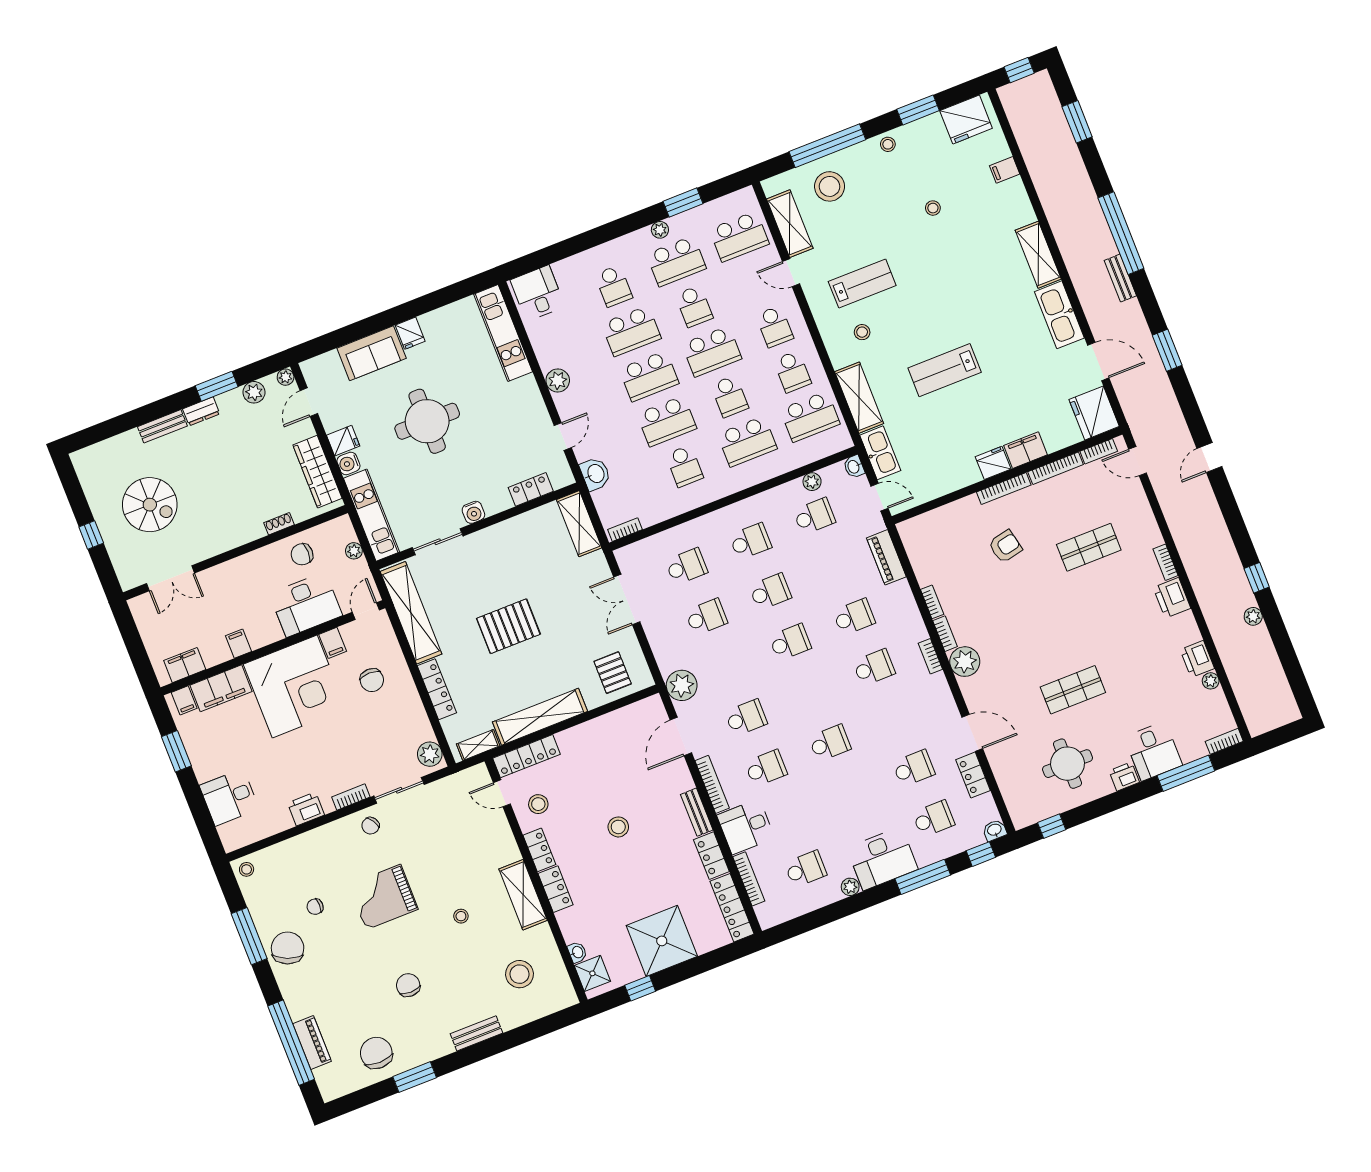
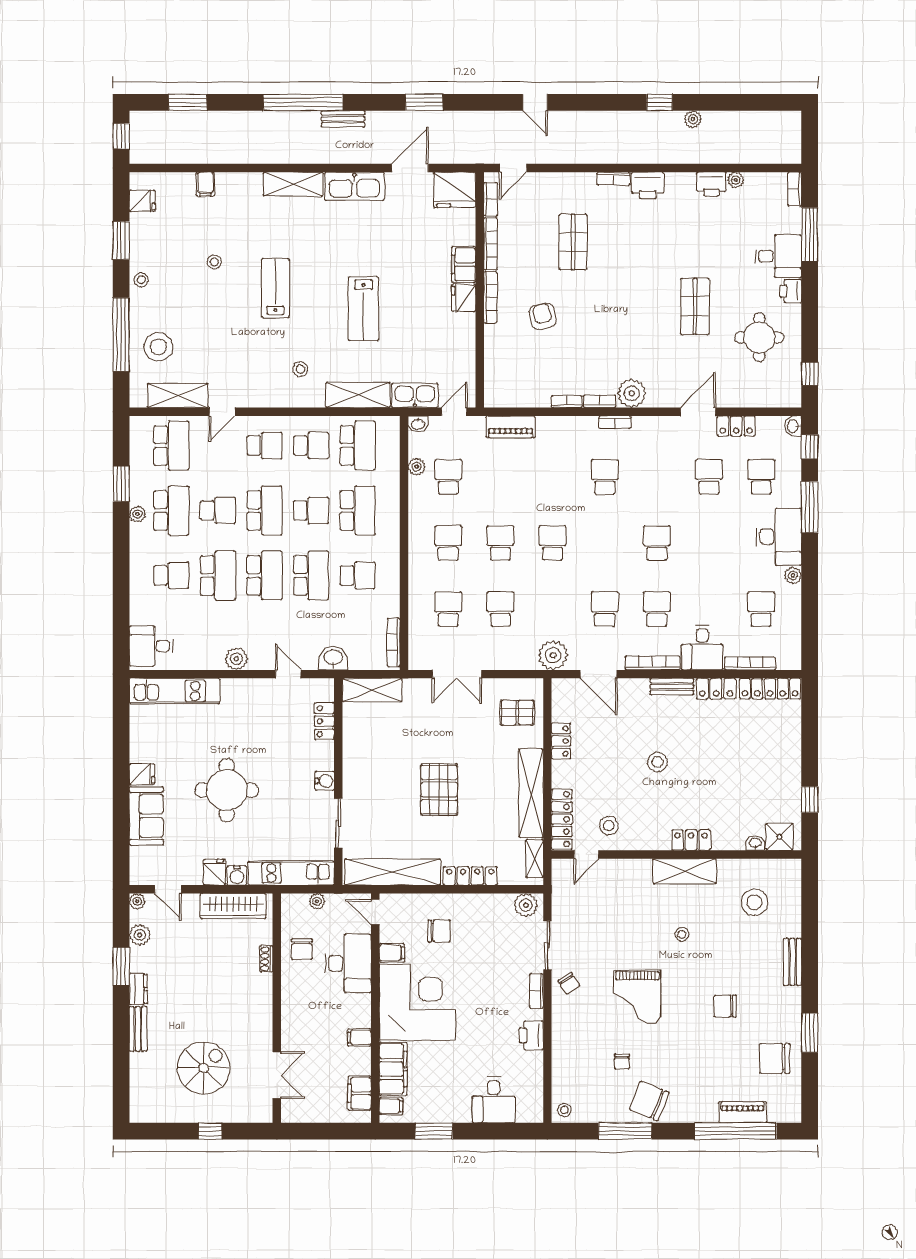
fridge: (966, 119) -> (142, 201), width x0.53, depth x0.75
lab bench: (862, 283) -> (275, 288), moved
bookcase: (625, 530) -> (394, 642), width x1.56
school desk: (854, 617) -> (553, 477), removed
locker: (539, 850) -> (561, 741), moved, turned 90
shower: (662, 941) -> (775, 763), removed

